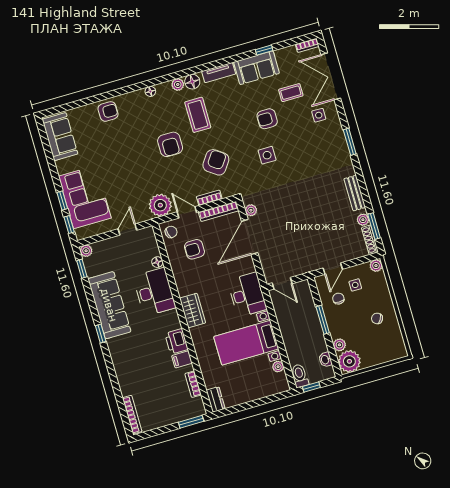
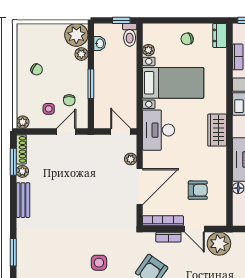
plant: (251, 210) -> (131, 159), moved
chair: (171, 232) -> (187, 39), moved

